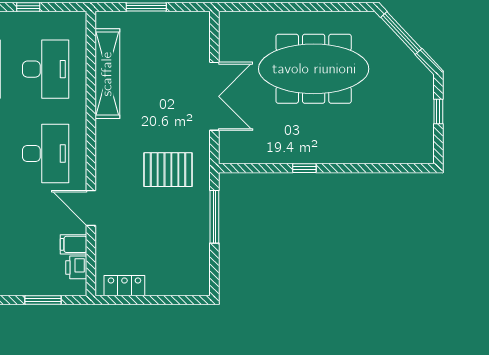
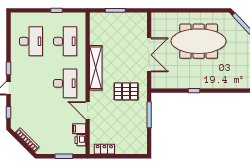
shelving: (107, 74) -> (96, 68), moved

